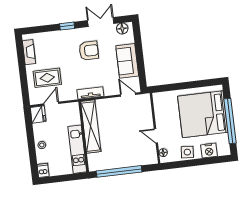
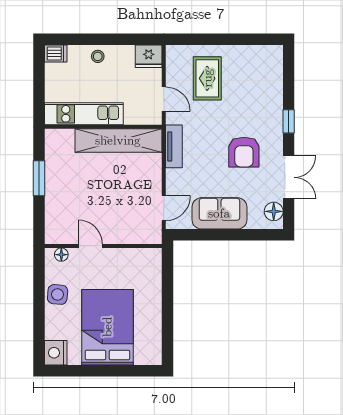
fireplace: (29, 52) -> (253, 53), removed
door: (51, 104) -> (164, 99), moved
bed: (203, 114) -> (107, 327), width x0.73
window: (230, 121) -> (100, 371), removed
door: (156, 136) -> (90, 246), hinge flipped
nightstand: (209, 151) -> (56, 353), moved
window: (119, 171) -> (39, 178), width x0.47

